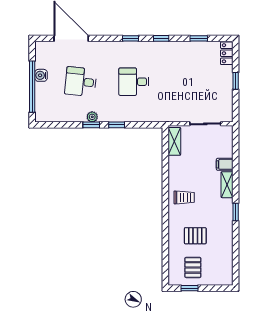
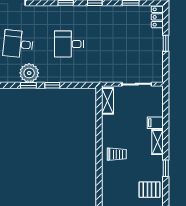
plant: (92, 117) -> (29, 73), width x1.88, depth x1.88
pallet: (195, 236) -> (150, 190), moved

